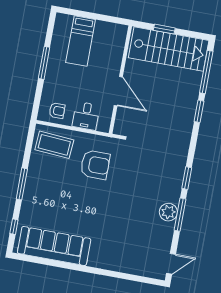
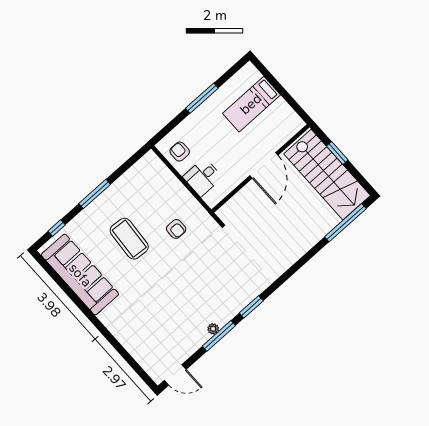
door: (118, 91) -> (264, 165), moved
armchair: (57, 111) -> (180, 152), turned 180
window: (199, 111) -> (310, 254), removed
coffee table: (54, 145) -> (129, 239), moved
armchair: (95, 165) -> (176, 229), width x0.53, depth x0.53
plant: (168, 212) -> (213, 329), width x0.53, depth x0.53

